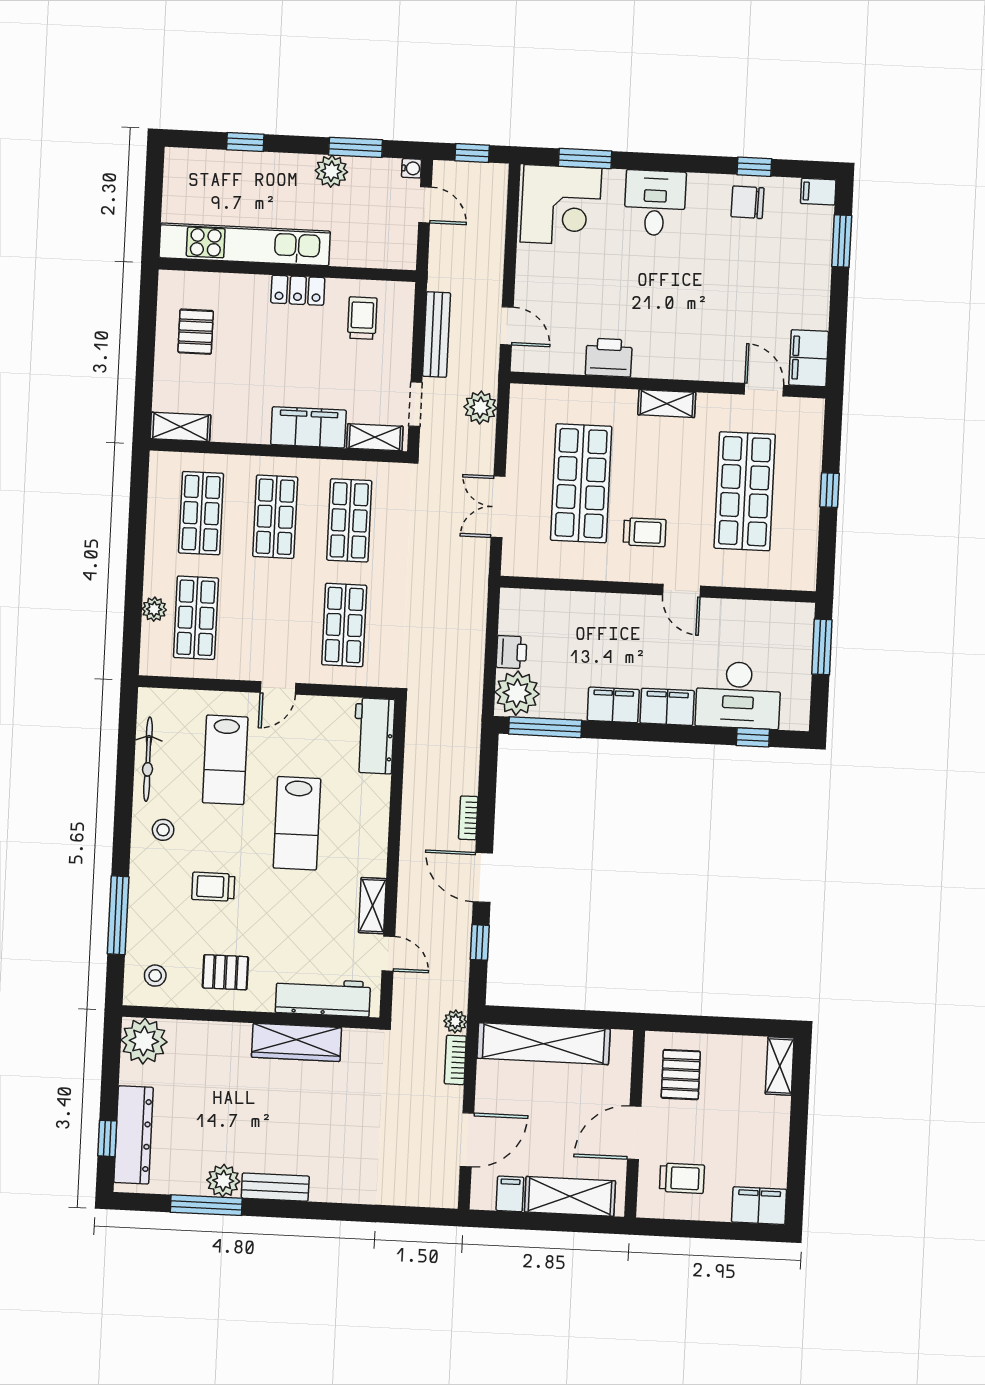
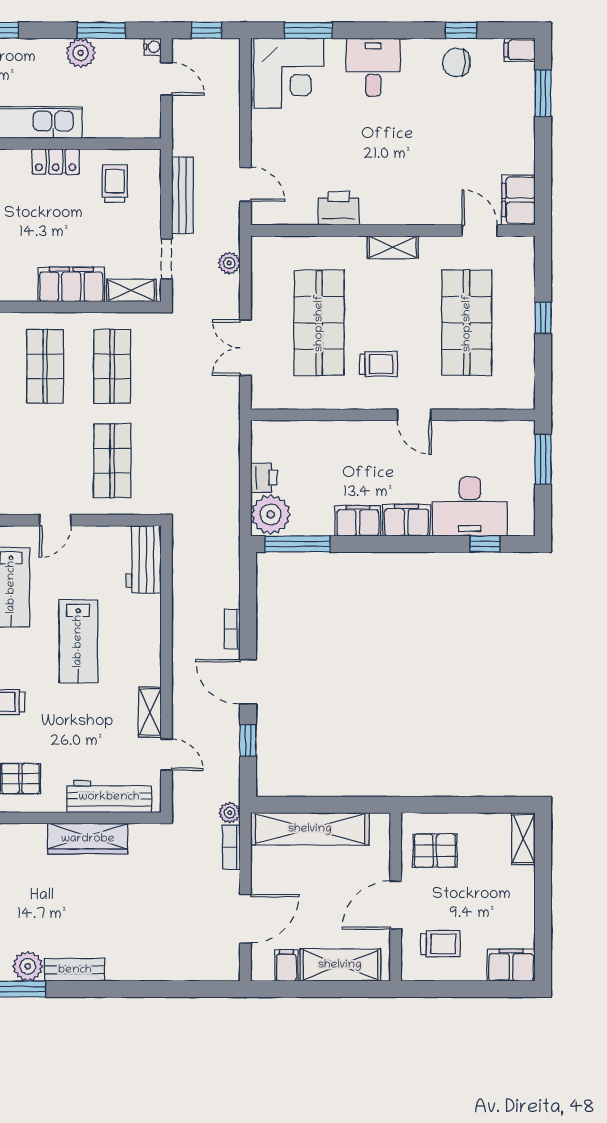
plant: (480, 407) -> (229, 263), width x0.73, depth x0.73
pallet: (681, 1075) -> (435, 851), turned 90

